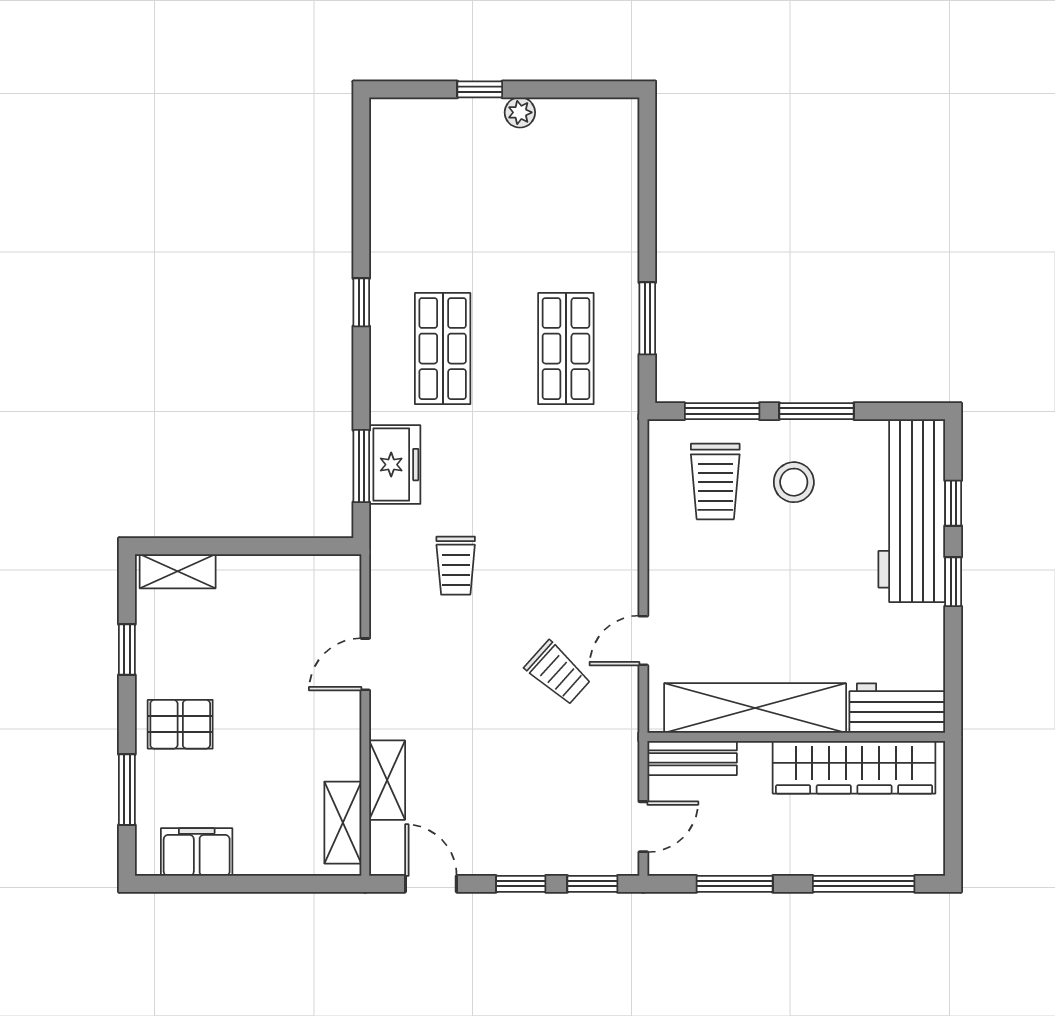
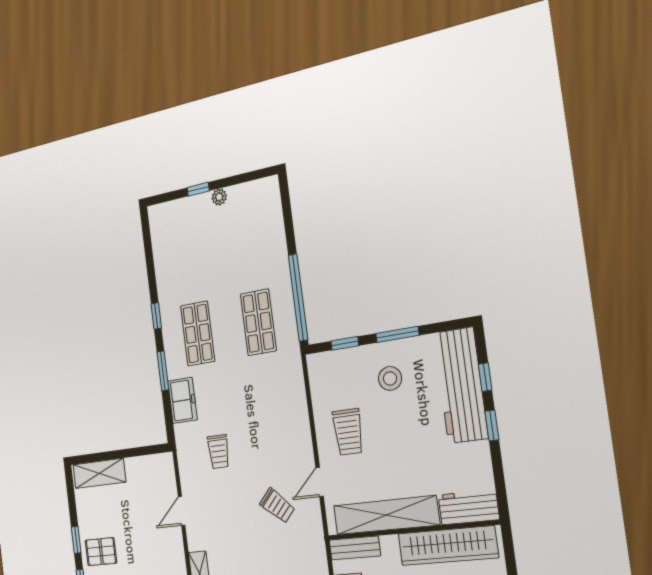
window: (647, 318) -> (298, 297), width x2.11
window: (722, 411) -> (345, 343), width x0.67
window: (361, 466) -> (163, 371), moved
trolley: (715, 481) -> (348, 432), moved
shelving: (178, 571) -> (99, 473), width x1.50, depth x1.33
window: (127, 650) -> (76, 540), moved

